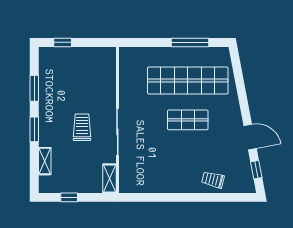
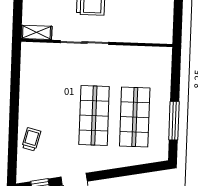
shop shelf: (188, 81) -> (135, 117), width x0.71
shop shelf: (188, 120) -> (94, 116), width x1.43, depth x1.36

